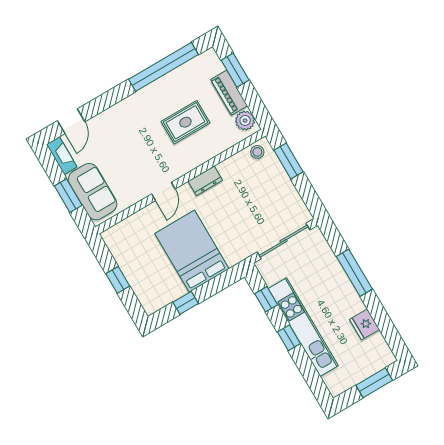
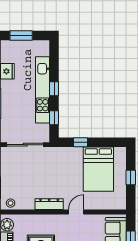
dresser: (205, 181) -> (49, 204), width x1.44
bed: (192, 251) -> (98, 169), moved
window: (186, 303) -> (80, 142), moved

